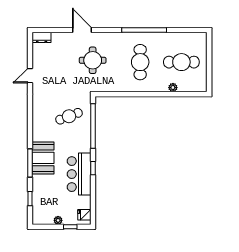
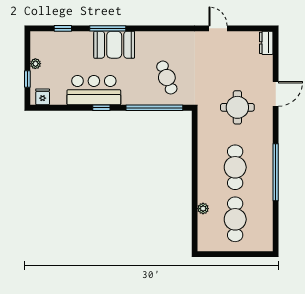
cafe table: (140, 62) -> (235, 167), turned 90

